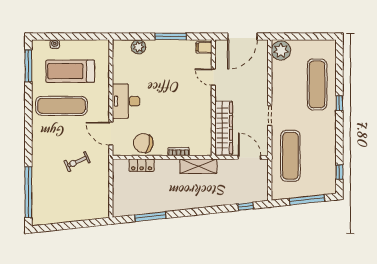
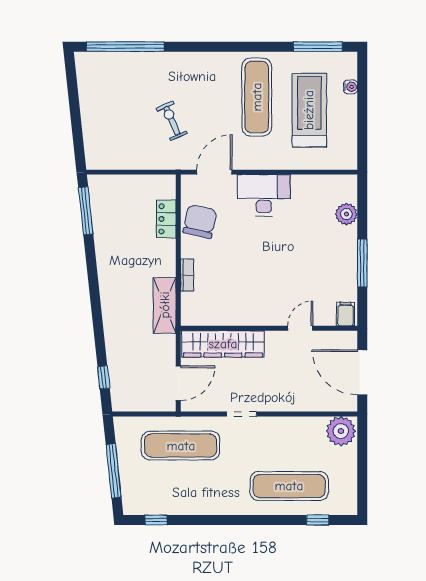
window: (339, 103) -> (318, 520), moved
window: (150, 217) -> (86, 211), moved

